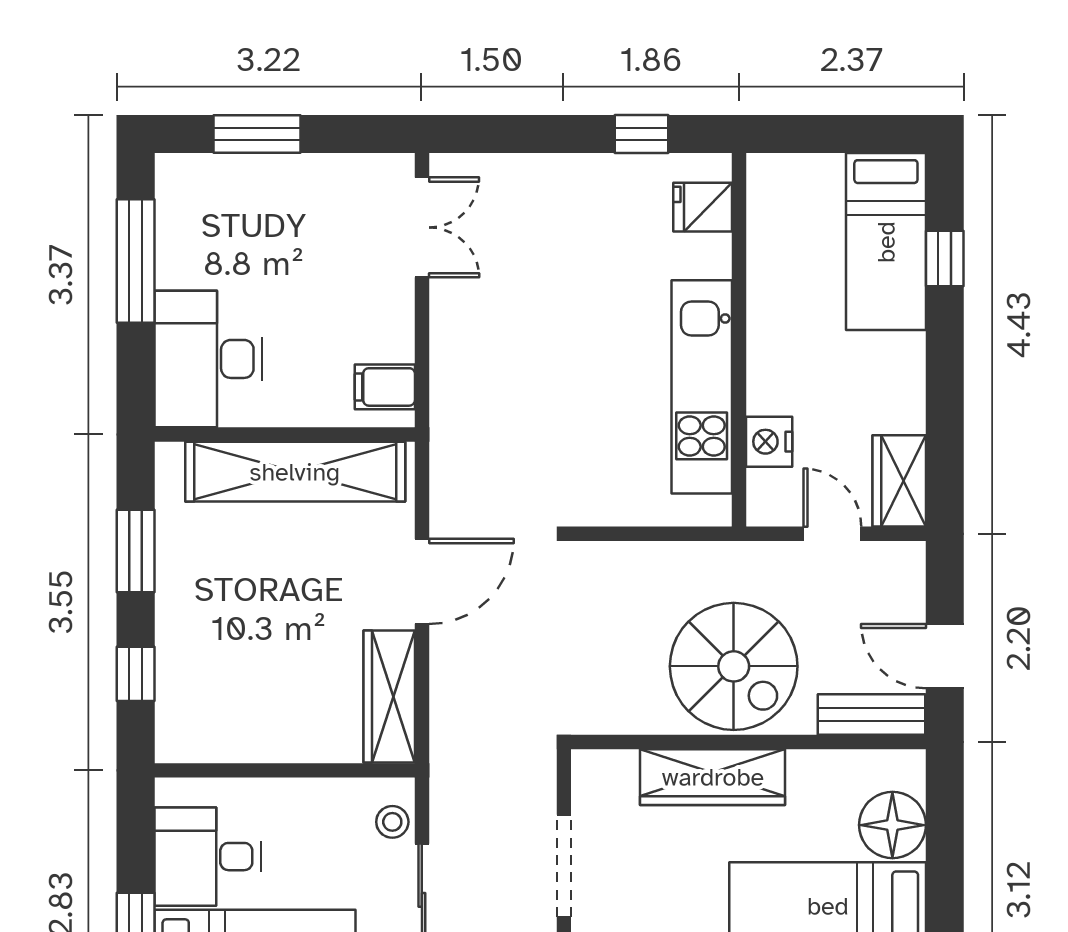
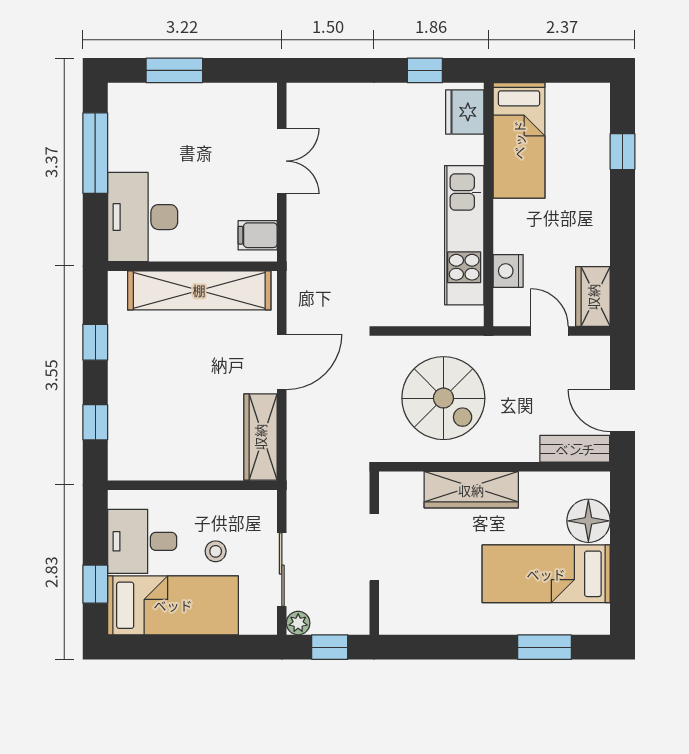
fridge: (703, 207) -> (465, 112), width x1.38
double door: (422, 227) -> (282, 161), moved
bed: (886, 242) -> (519, 140), moved
window: (136, 551) -> (95, 342), width x0.67
spiral stairs: (734, 666) -> (443, 398), moved
stool: (392, 822) -> (216, 551), moved

